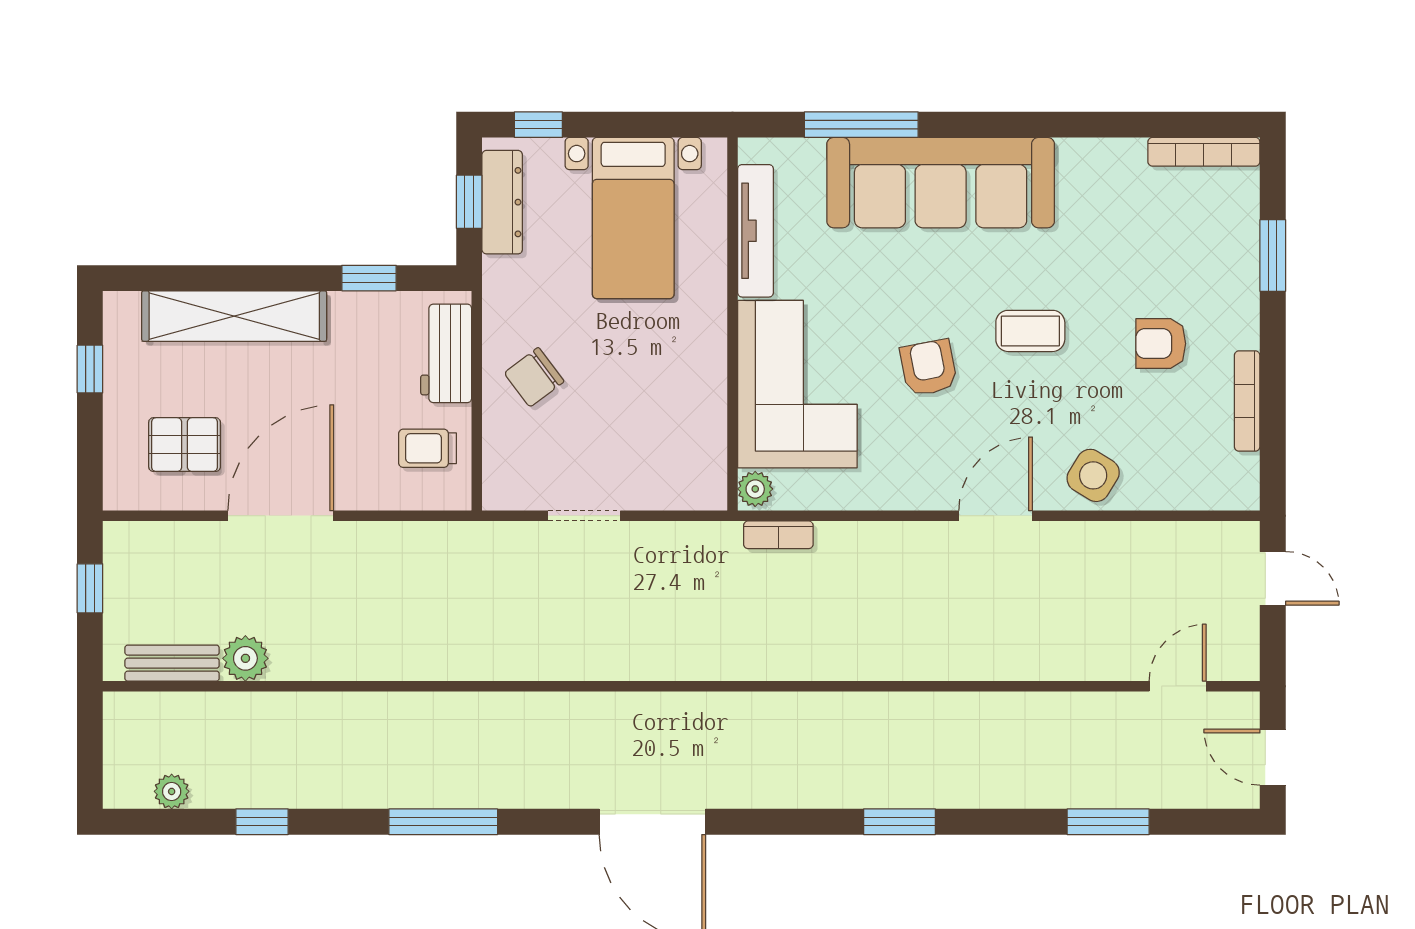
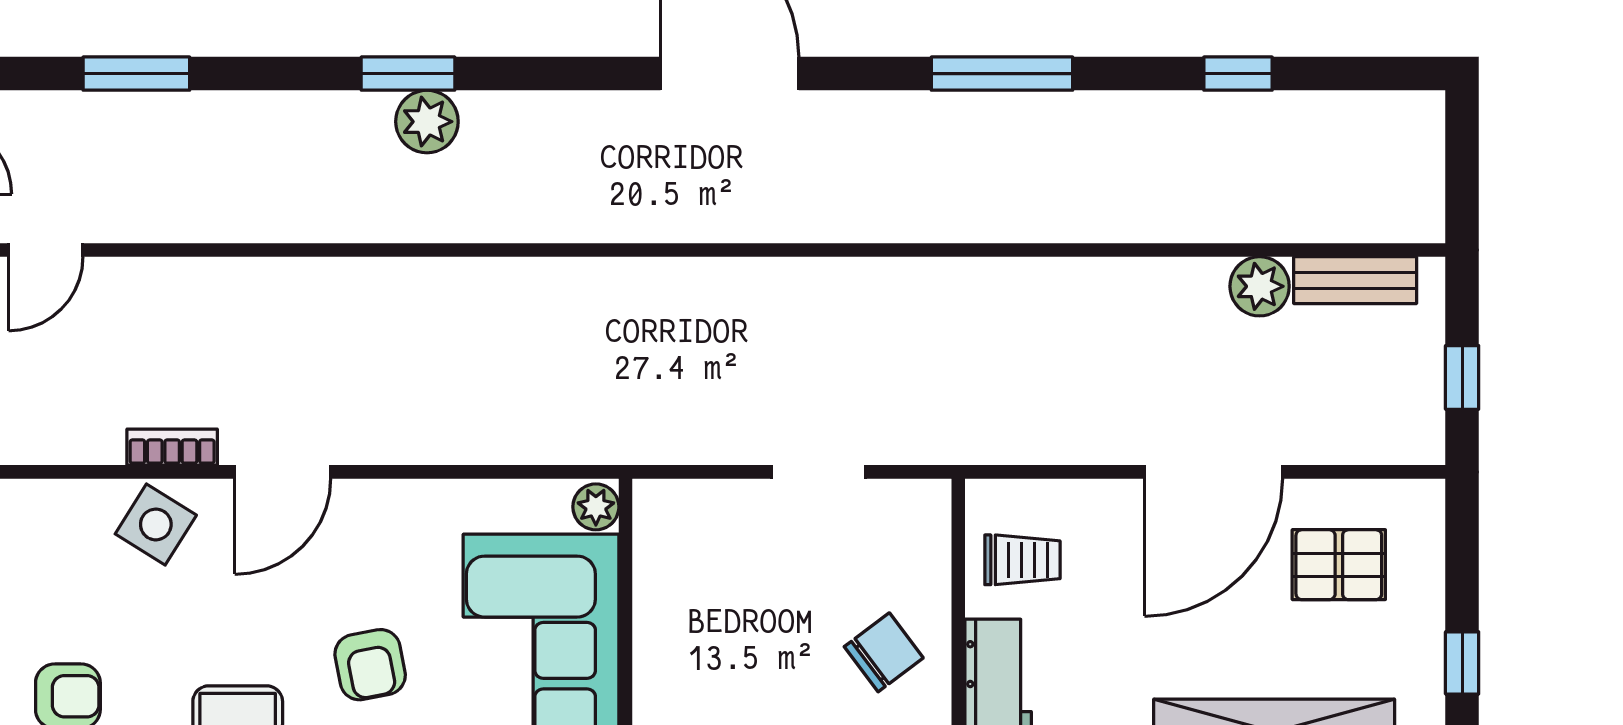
bookcase: (778, 535) -> (172, 447), moved
plant: (172, 791) -> (427, 122), moved, width x1.38, depth x1.38

